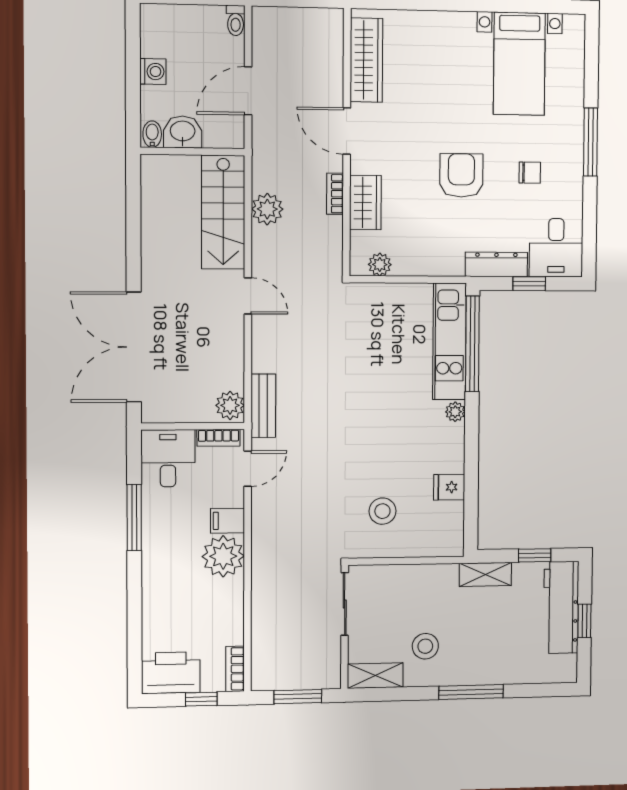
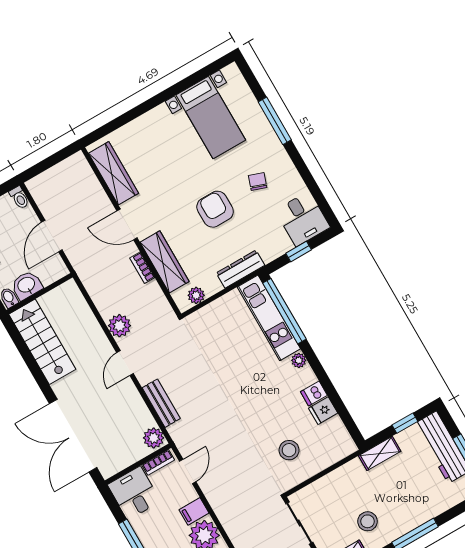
window: (591, 142) -> (275, 121), moved
chair: (530, 173) -> (258, 182), turned -71
wardrobe: (365, 202) -> (164, 262), width x1.50
plant: (267, 209) -> (119, 326), moved
stairs: (223, 212) -> (42, 342), moved, turned 180
dresser: (496, 264) -> (240, 269), moved
door: (248, 296) -> (125, 363), swing flipped
bench: (263, 406) -> (161, 403), moved
dishwasher: (450, 461) -> (314, 393), added

